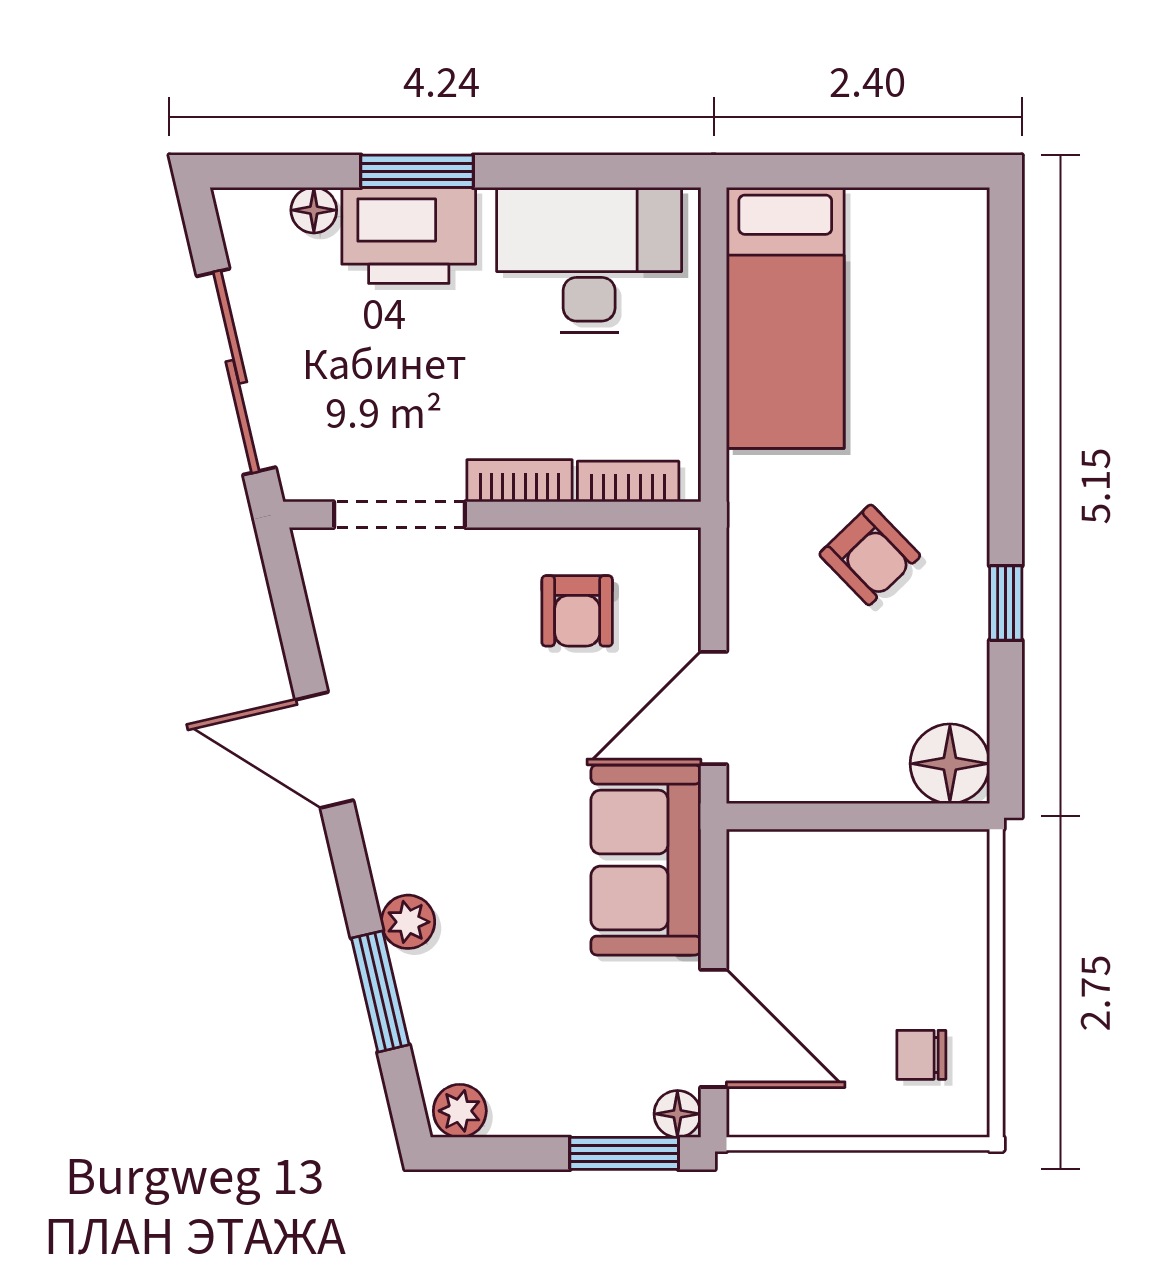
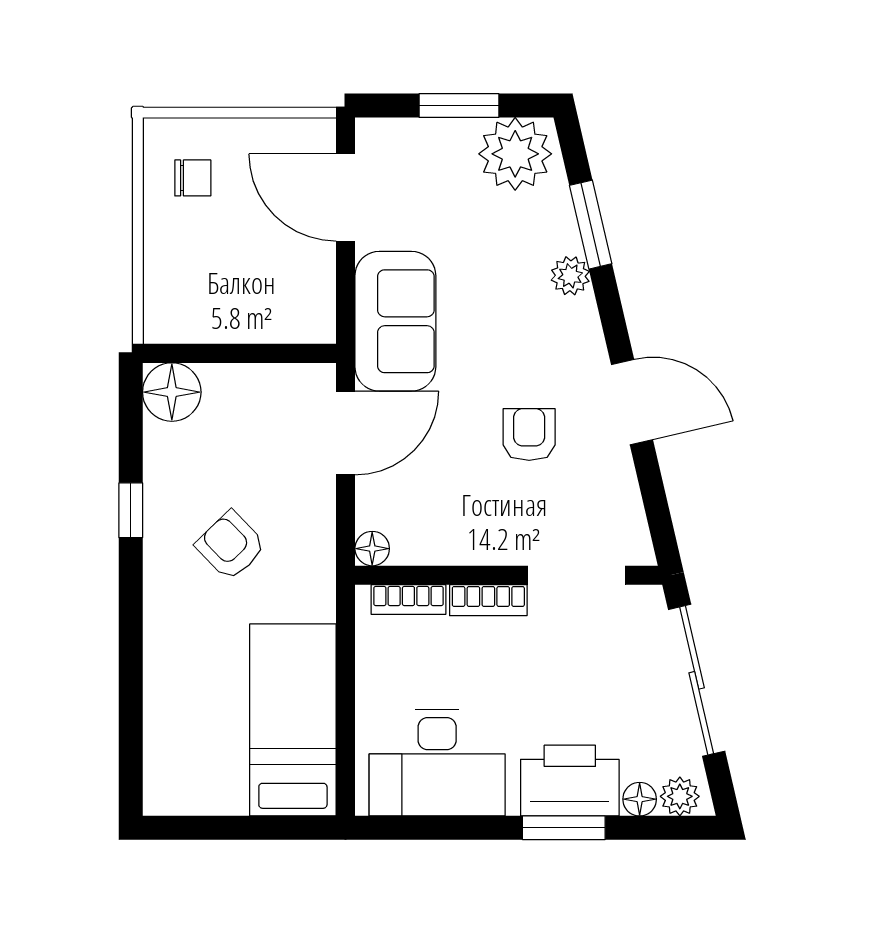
plant: (259, 214) -> (680, 796), added
armchair: (577, 611) -> (529, 434), moved
plant: (460, 1111) -> (515, 154), width x1.88, depth x1.88
floor lamp: (677, 1114) -> (372, 549), moved
window: (624, 1153) -> (459, 106), moved

